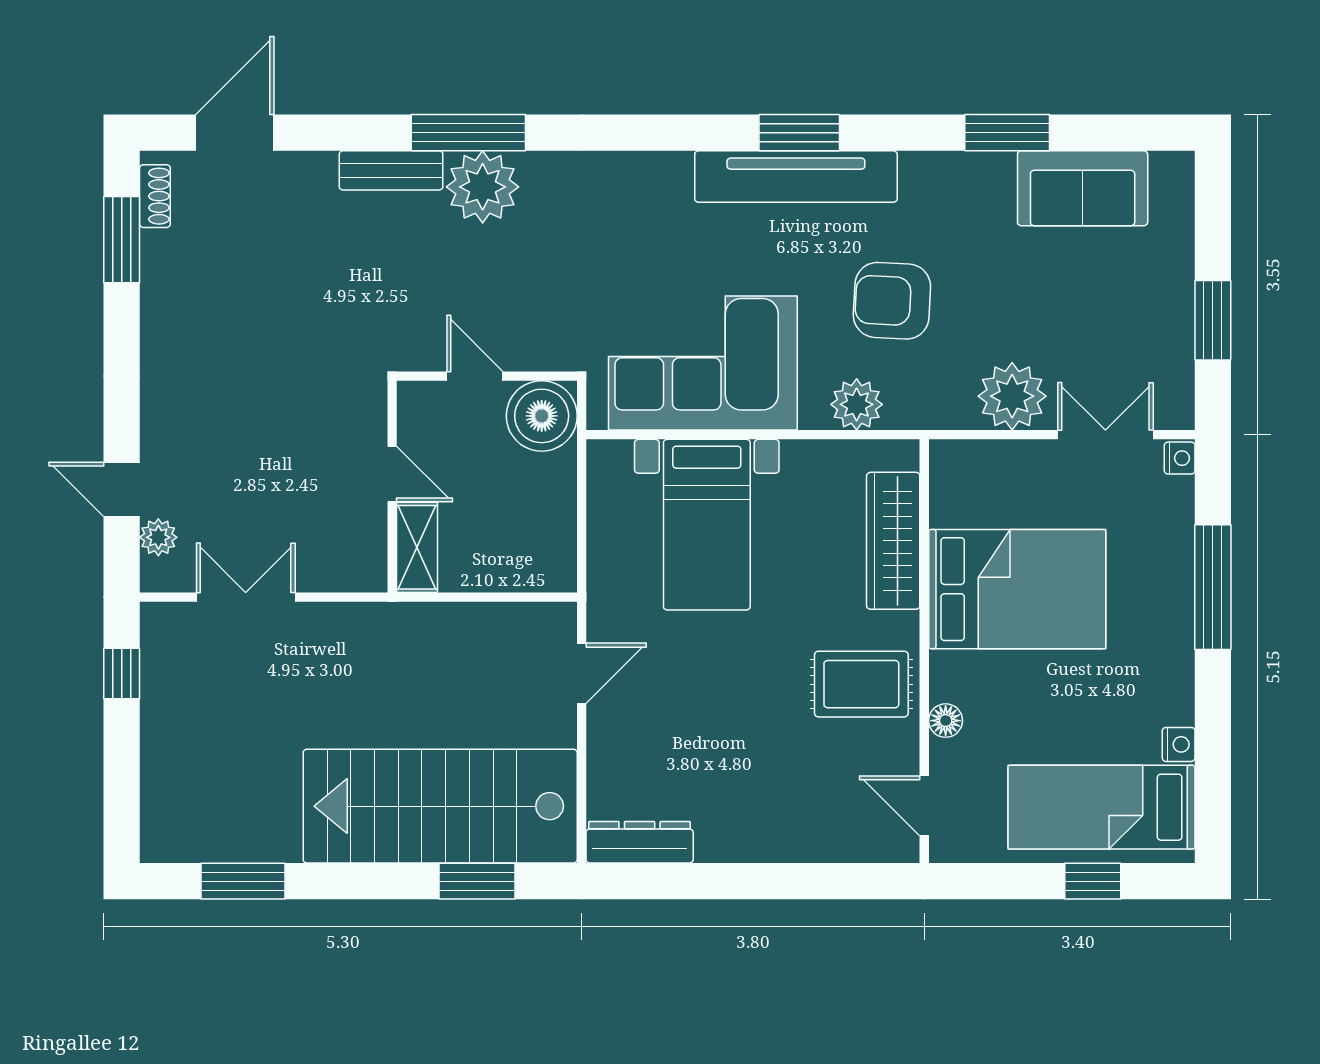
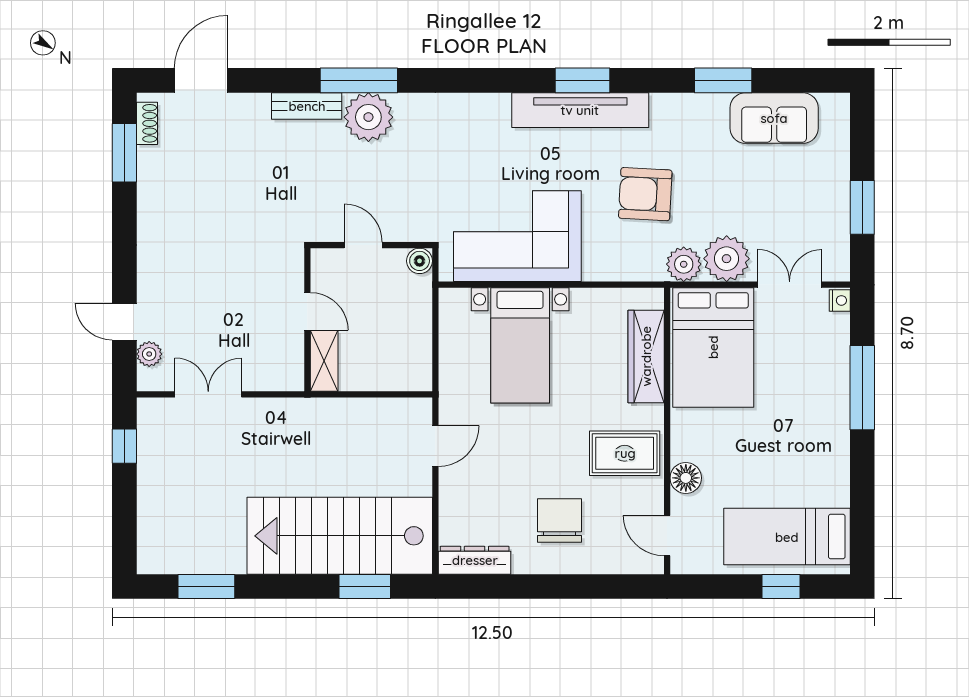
plant: (857, 404) -> (684, 264), moved
boiler: (542, 416) -> (420, 261), width x0.54, depth x0.54
bed: (1017, 589) -> (713, 347), moved, turned 90
floor lamp: (946, 721) -> (686, 478), width x1.37, depth x1.37
nightstand: (1179, 744) -> (839, 494), removed
chair: (765, 784) -> (560, 521), added

